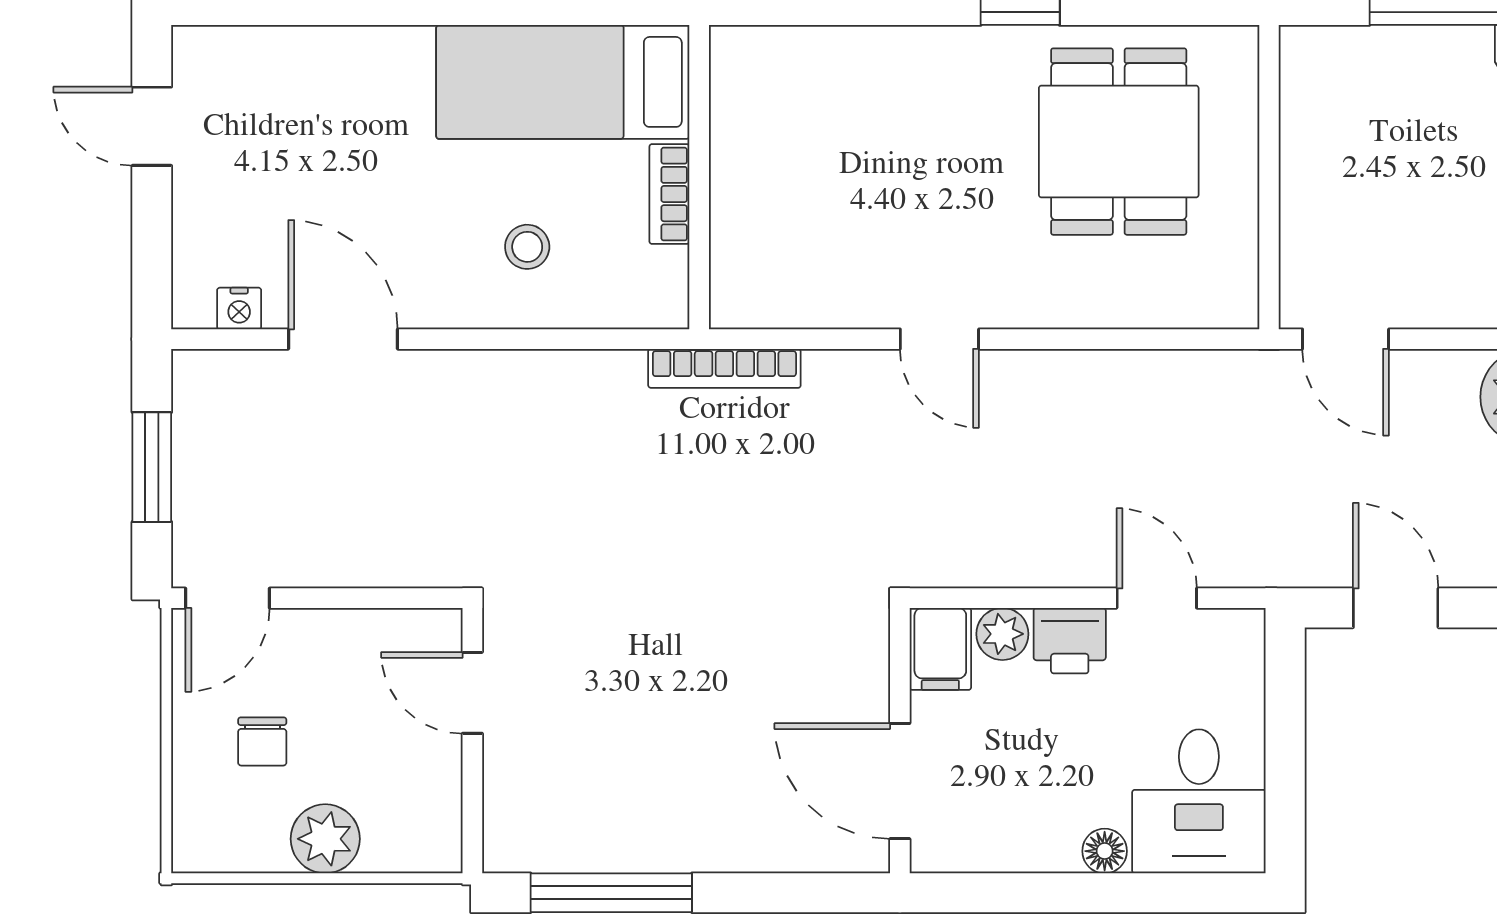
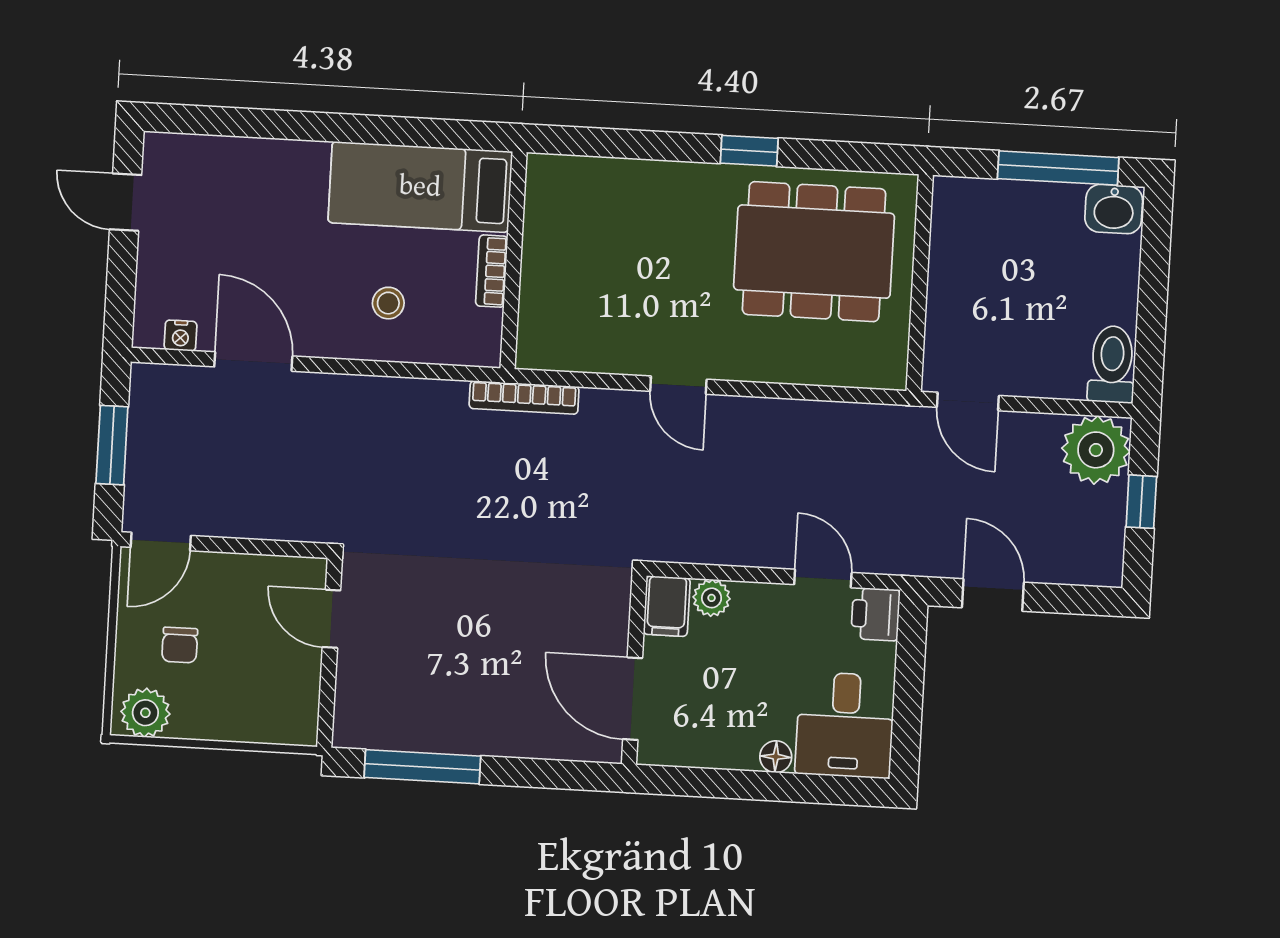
dining table: (1119, 142) -> (814, 252), width x1.38
printer: (1070, 641) -> (875, 614), moved, turned 90
plant: (325, 839) -> (145, 713), moved

